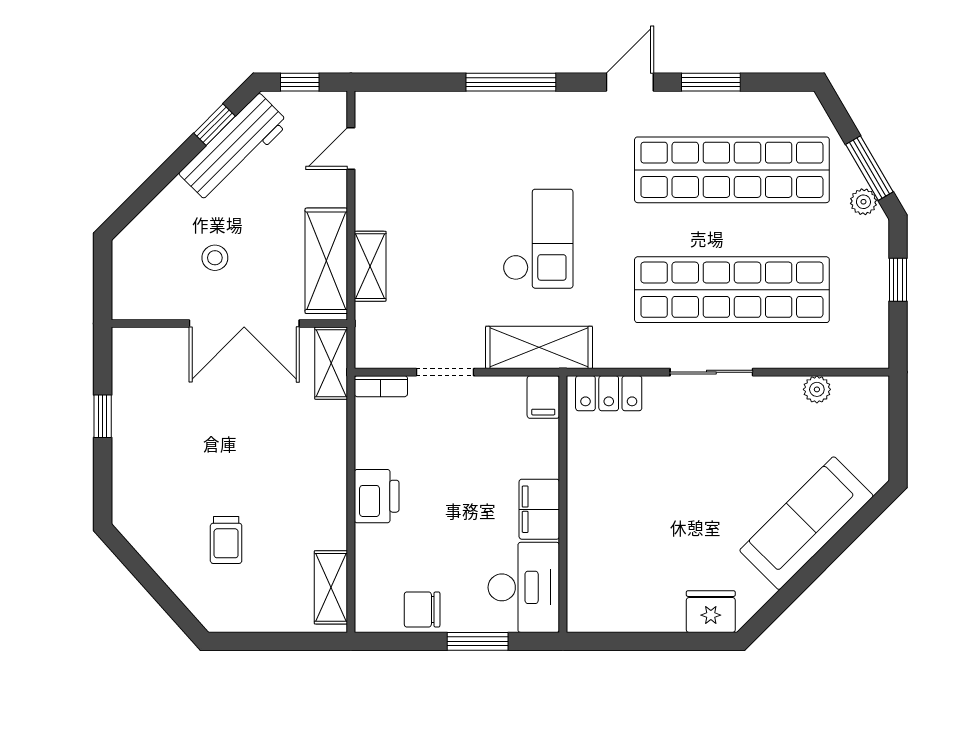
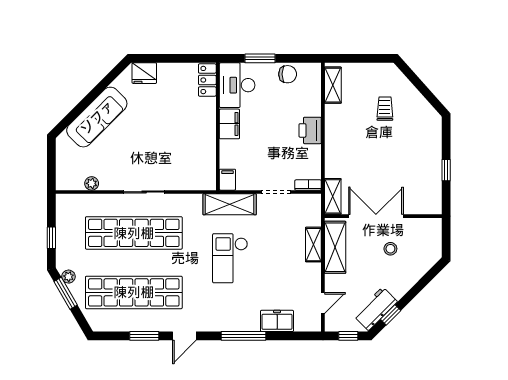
freezer: (443, 112) -> (277, 321), added
workbench: (234, 148) -> (376, 309), width x0.73
locker: (609, 393) -> (207, 80), moved, turned -90

